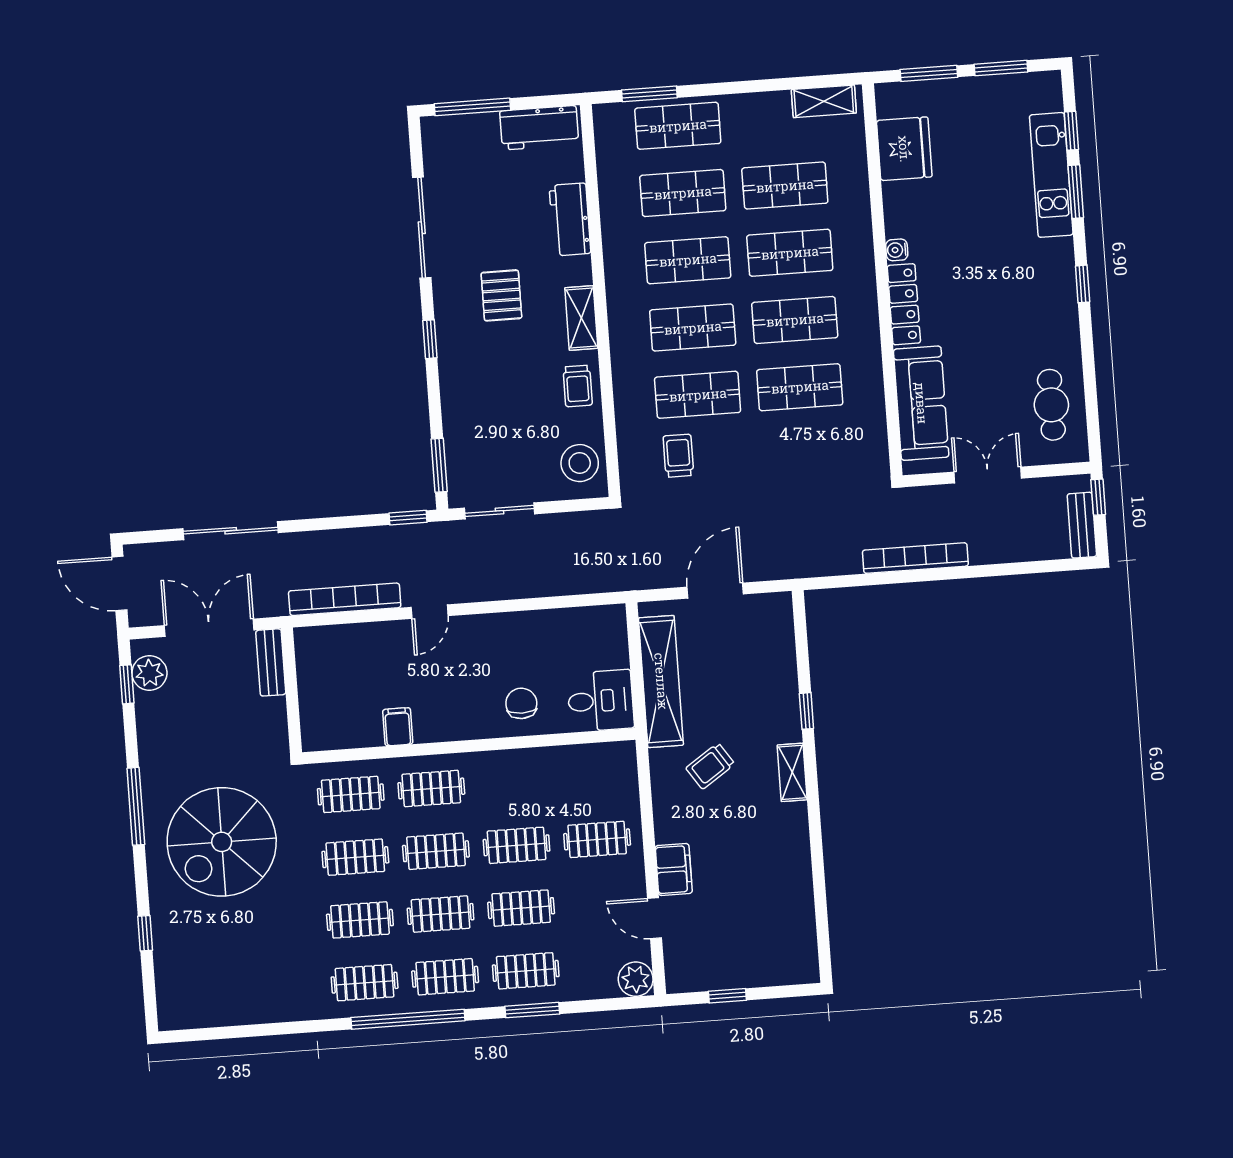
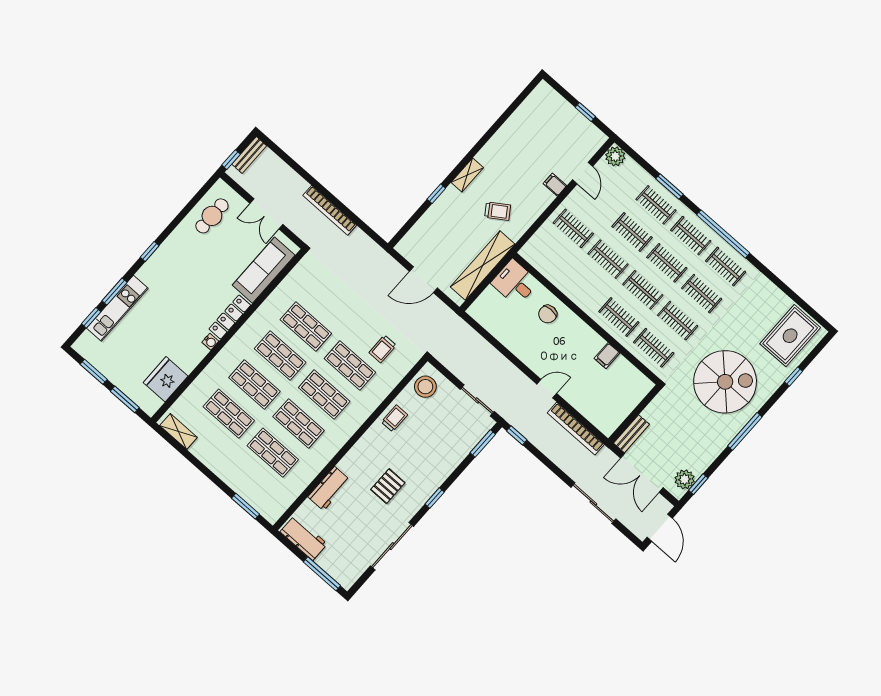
shop shelf: (678, 126) -> (247, 482), removed
shelving: (581, 318) -> (365, 444), removed
filing cabinet: (674, 869) -> (555, 185), width x0.50
rug: (200, 979) -> (790, 336), added

